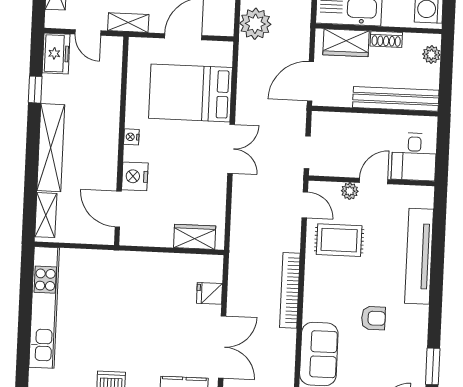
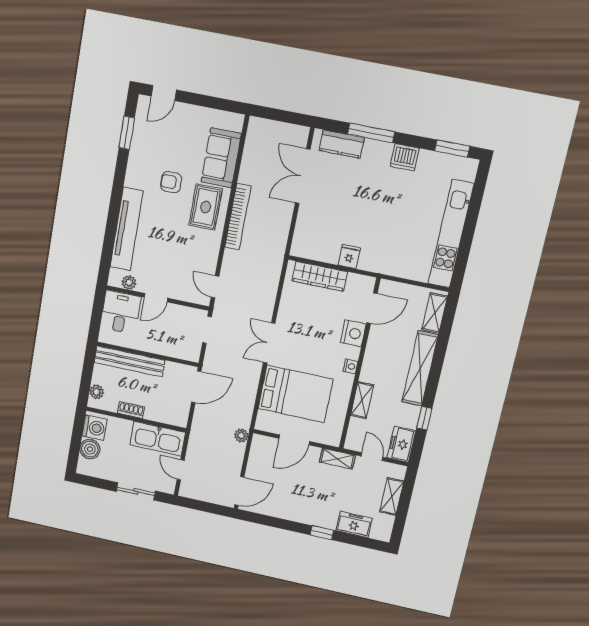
plant: (255, 24) -> (241, 436), width x0.53, depth x0.53
wardrobe: (346, 43) -> (163, 413), removed
shelving: (111, 99) -> (362, 400), added
plant: (350, 191) -> (129, 283), moved
door: (118, 209) -> (372, 308), hinge flipped
wardrobe: (195, 237) -> (320, 276), width x1.50
rug: (339, 240) -> (206, 207), moved, turned 90
fridge: (209, 293) -> (349, 256), moved, turned -90

